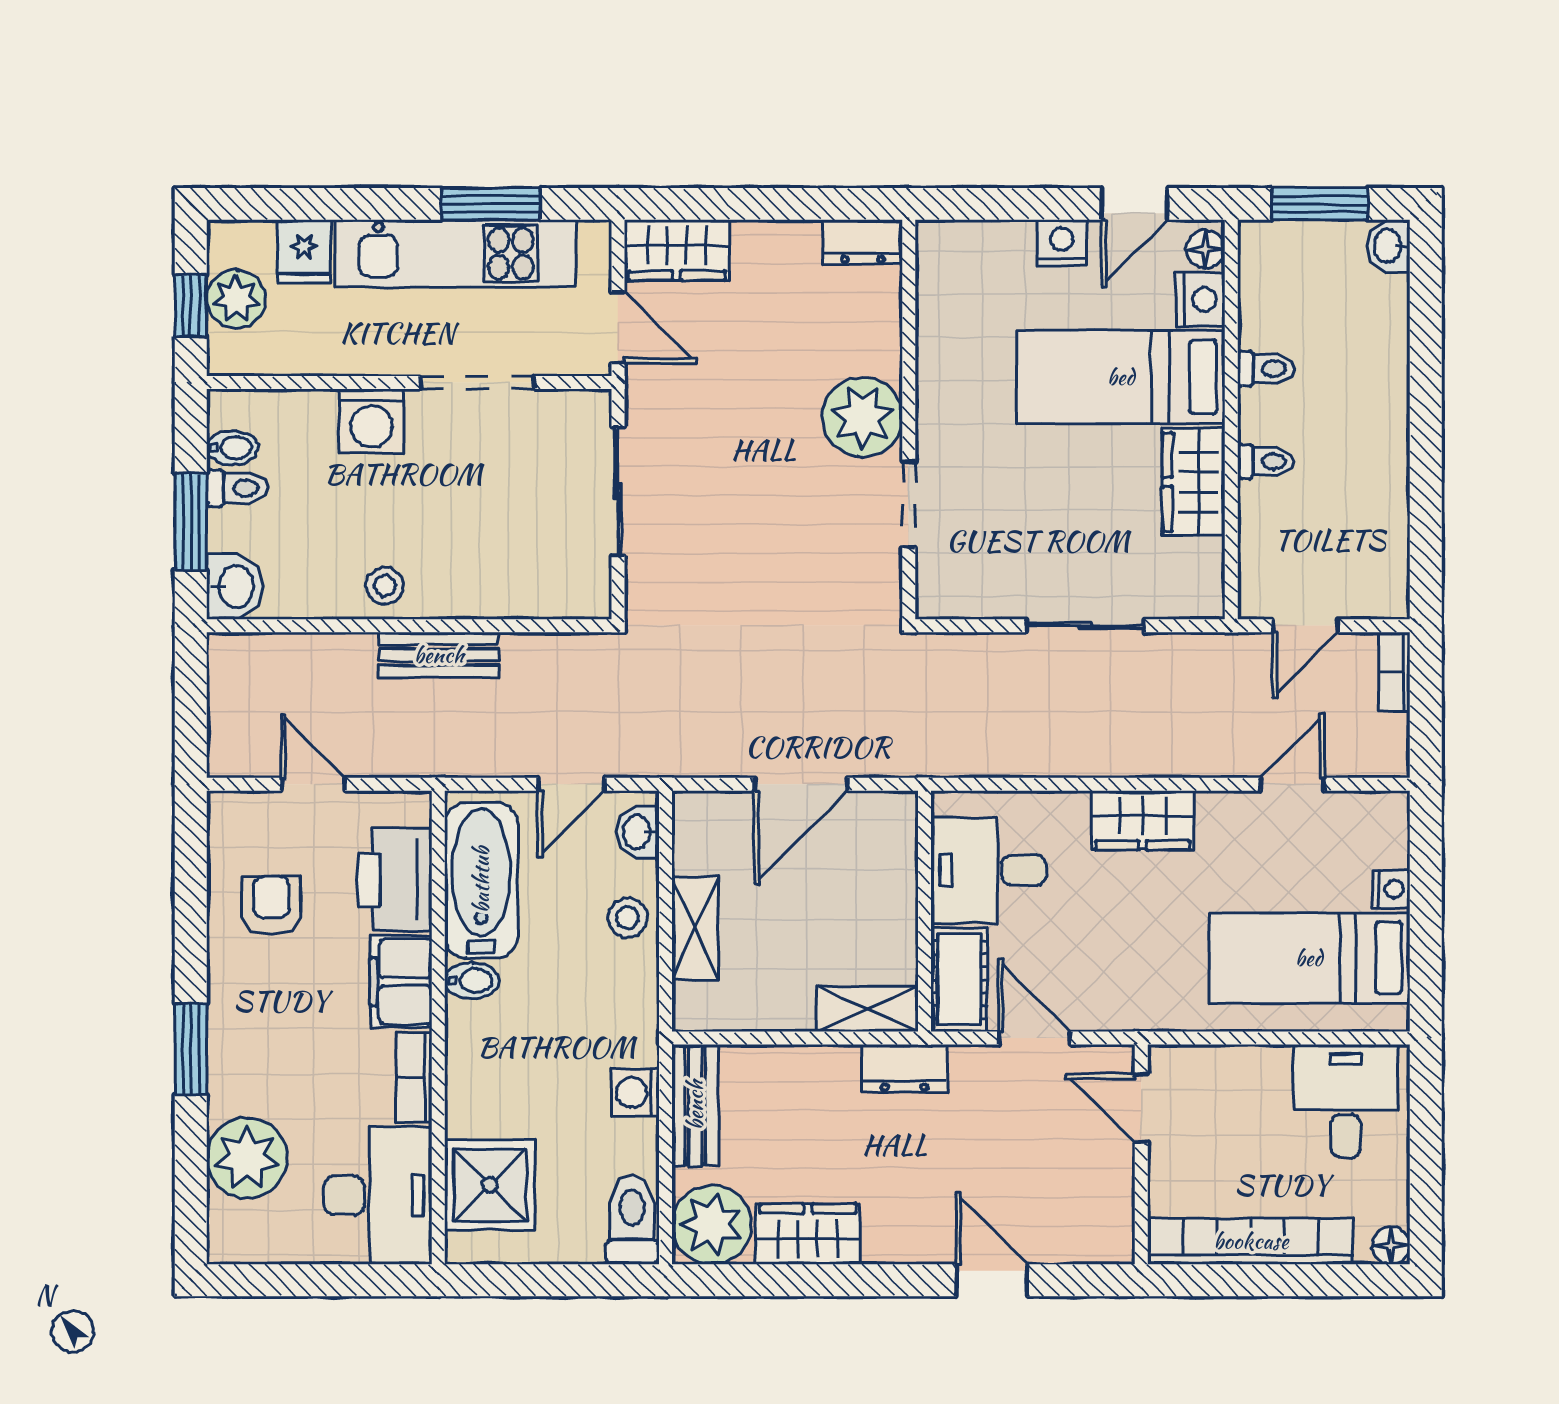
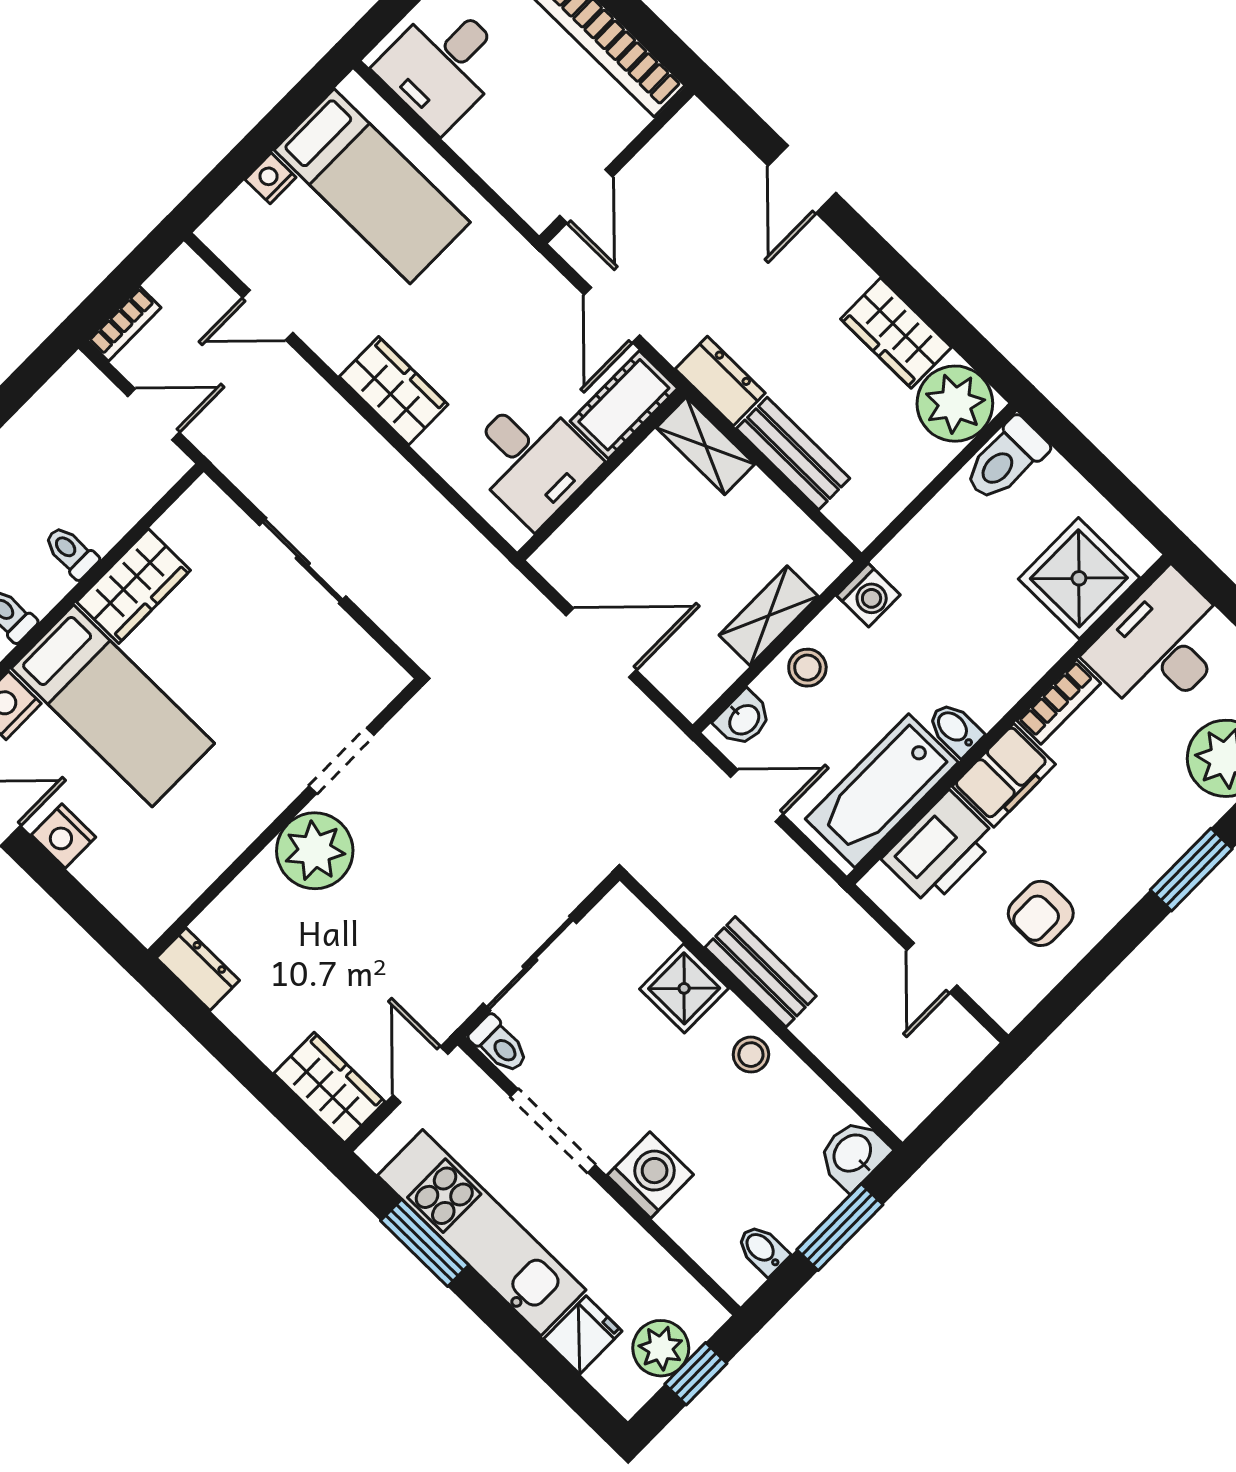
toilet: (237, 488) -> (499, 1045), moved, turned 180
shower: (484, 586) -> (684, 988), added
washing machine: (635, 1092) -> (868, 595), moved
bench: (695, 1105) -> (793, 454), moved, turned 90

